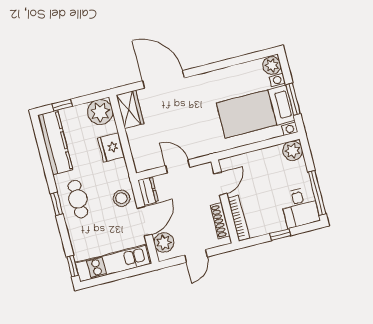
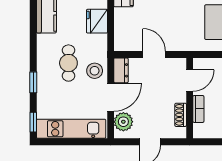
cafe table: (78, 199) -> (68, 63), moved
window: (57, 204) -> (33, 82), moved
bookcase: (239, 218) -> (198, 109), width x0.64
shoe rack: (220, 221) -> (181, 115), width x0.70

